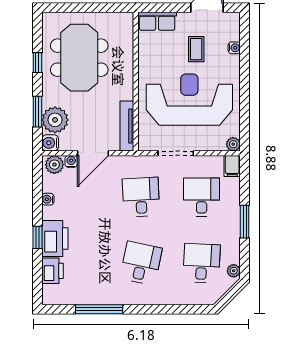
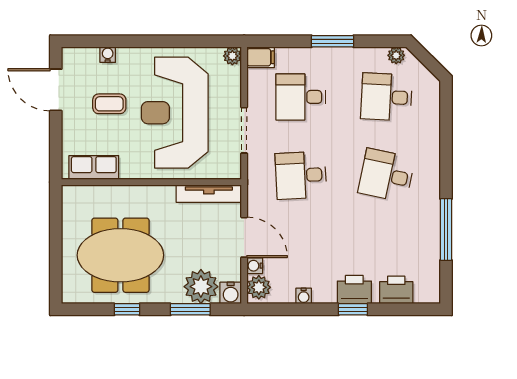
row of seats: (157, 21) -> (94, 167), moved, turned -90
printer: (55, 238) -> (354, 290), width x0.73, depth x0.84

